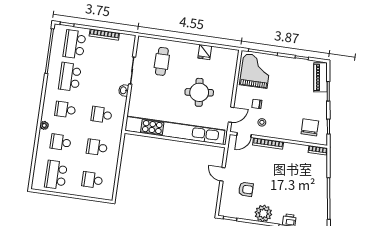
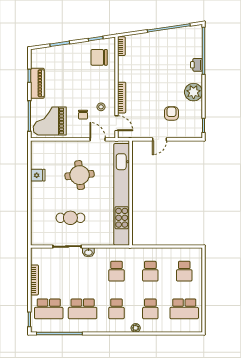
cafe table: (162, 61) -> (70, 218), moved
piano: (320, 77) -> (37, 83), moved, turned -82

